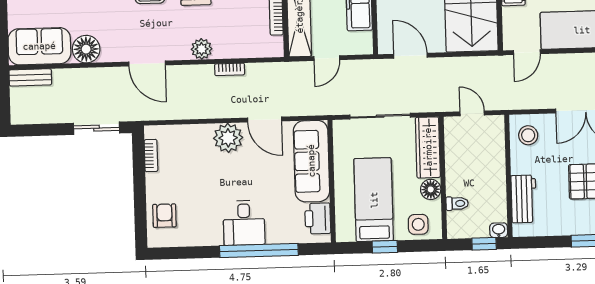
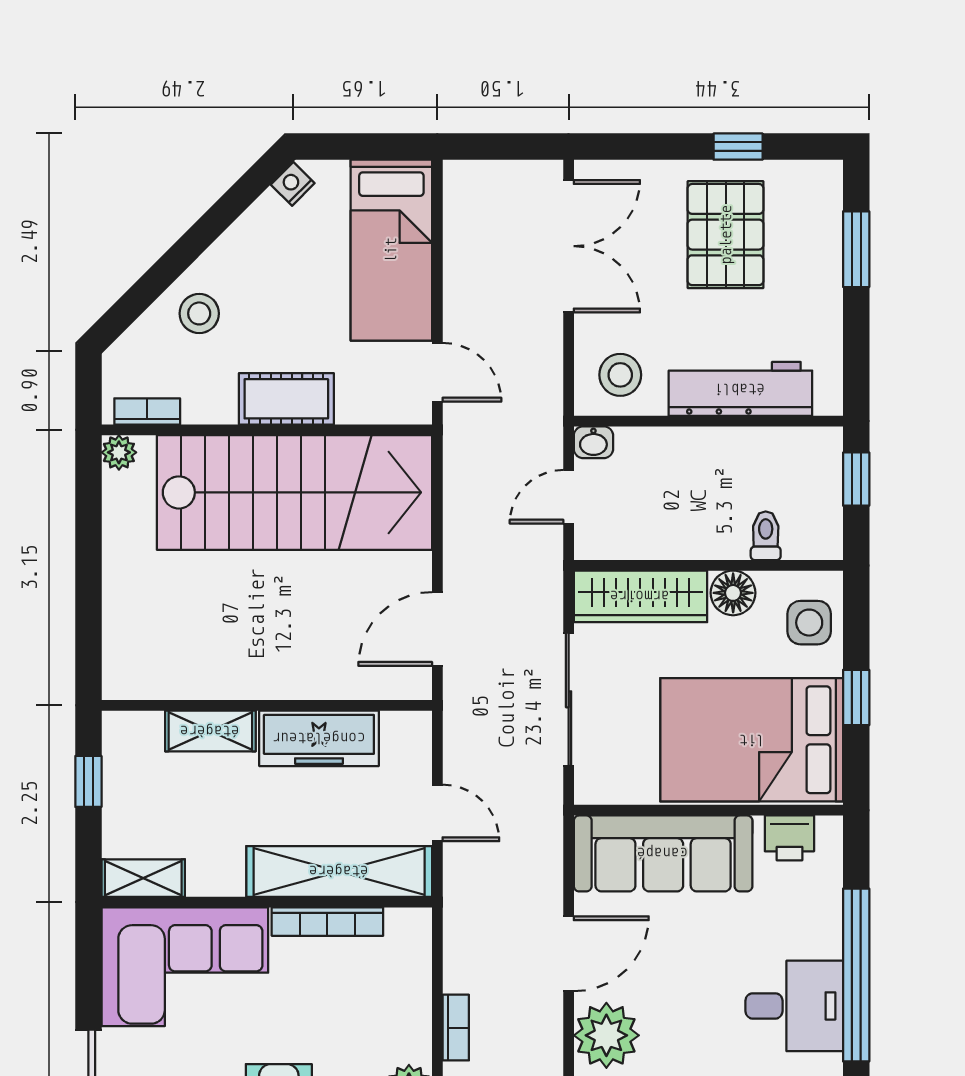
workbench: (524, 199) -> (740, 389), width x1.38
bed: (374, 200) -> (752, 740), width x1.50
printer: (318, 218) -> (789, 838), width x0.73, depth x0.81
washbasin: (499, 230) -> (593, 442), moved, turned -90

